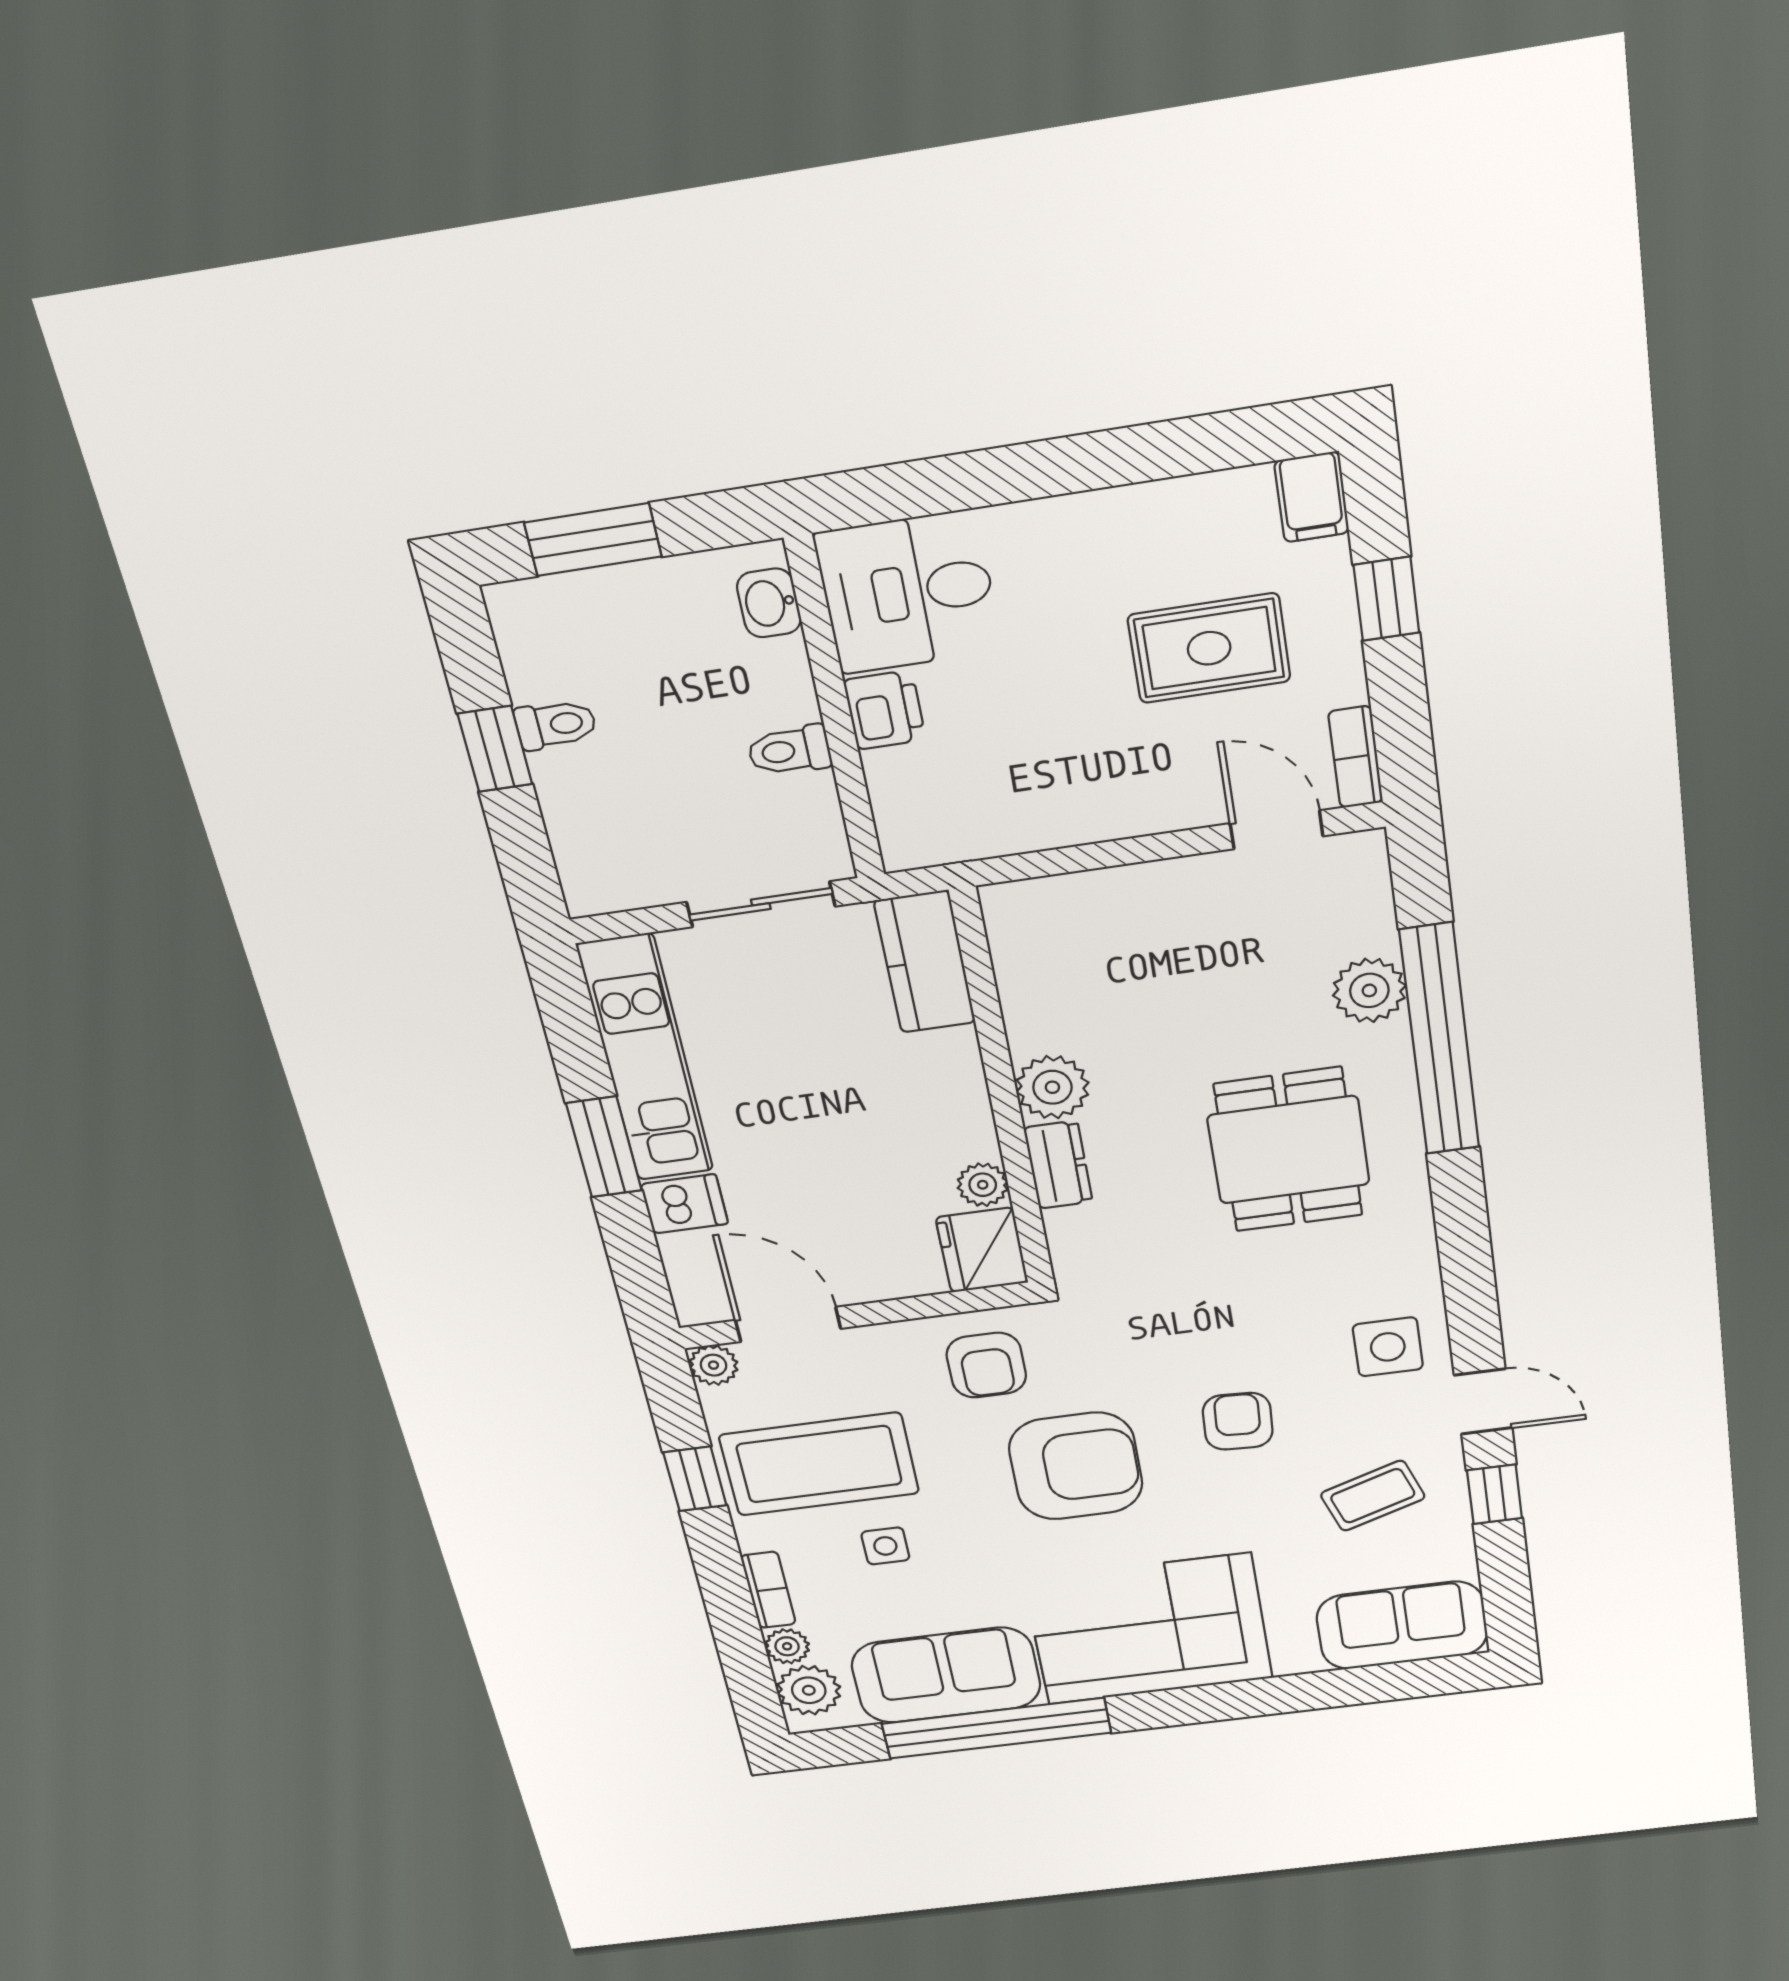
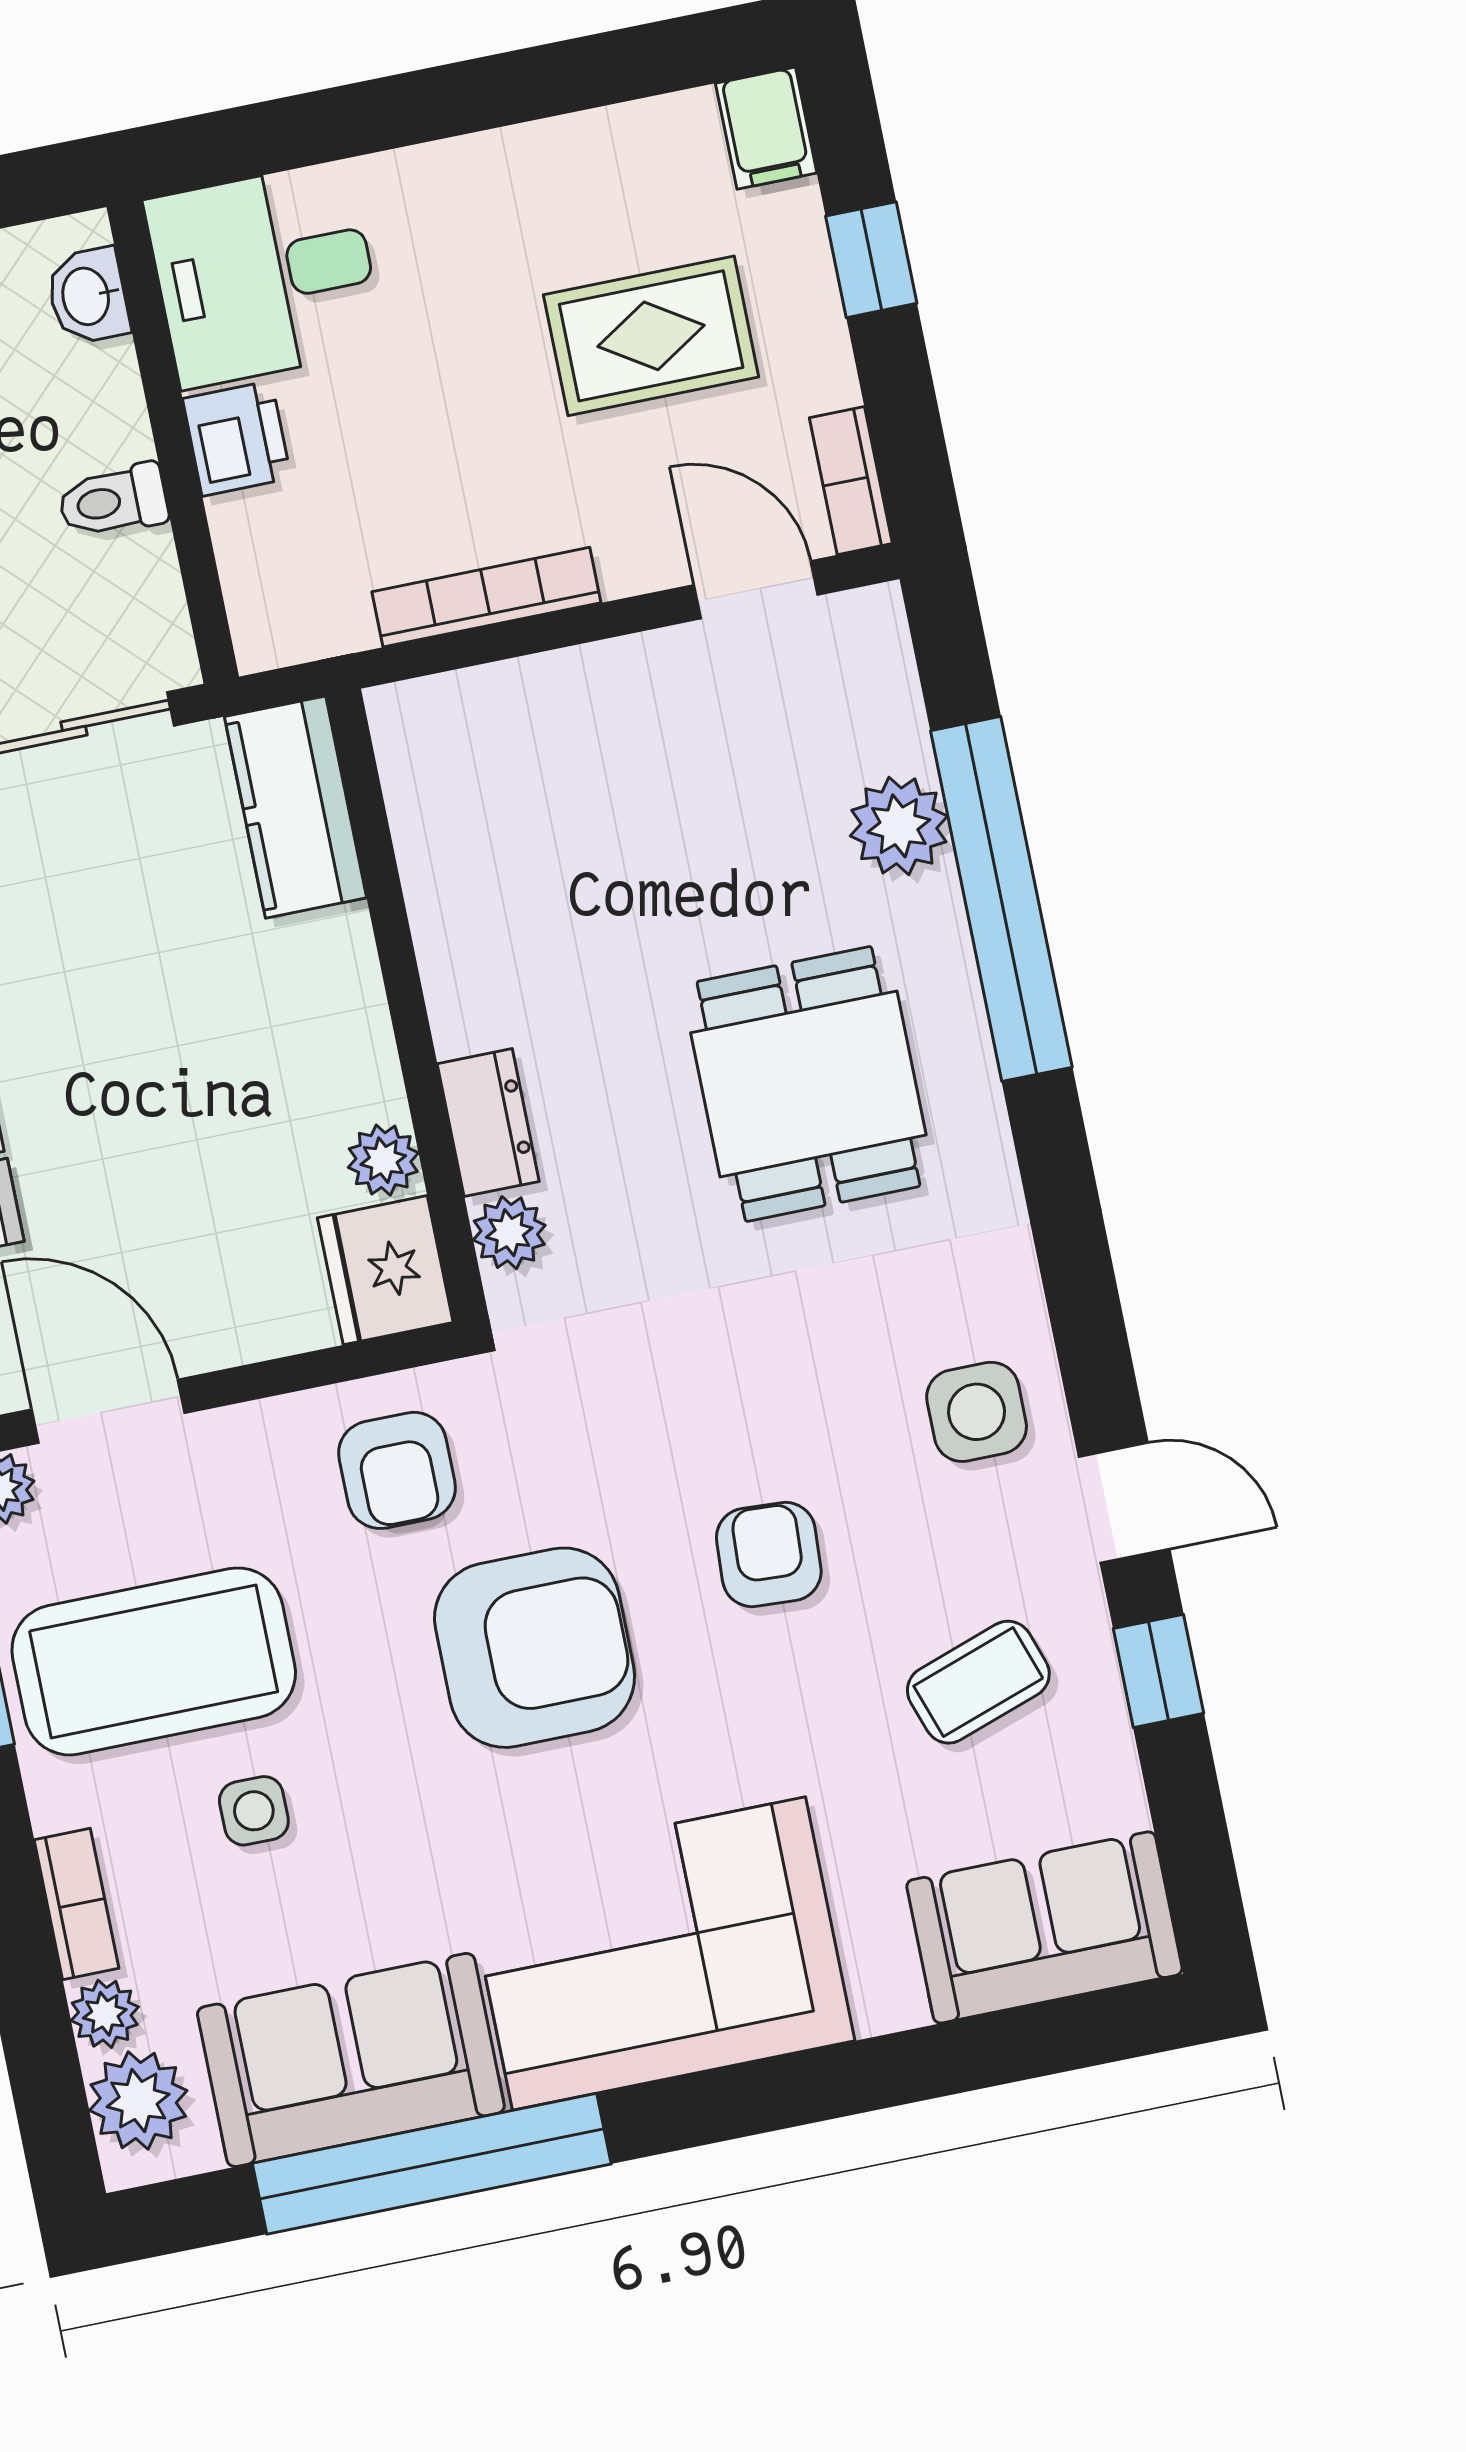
bookcase: (1072, 827) -> (486, 597), added
plant: (1052, 1087) -> (509, 1233), moved, width x0.73, depth x0.73

